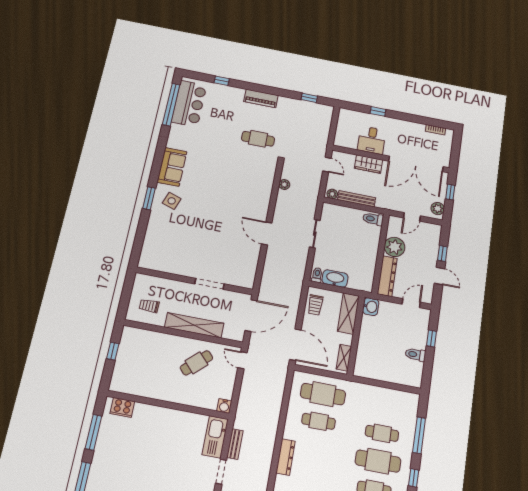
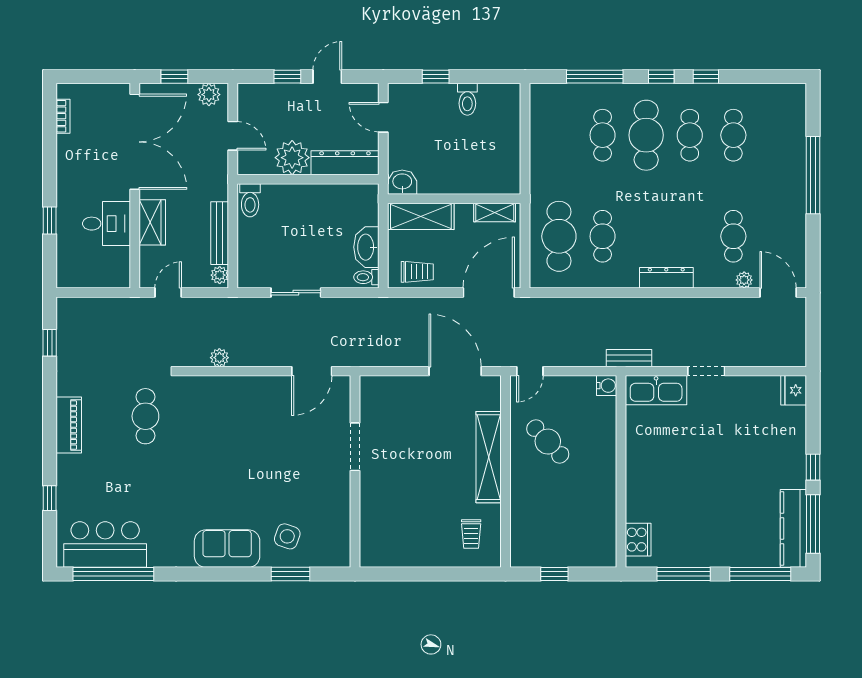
wall: (195, 281) -> (355, 471), moved
doorway: (209, 284) -> (355, 447), moved
bench: (235, 444) -> (629, 358), moved

